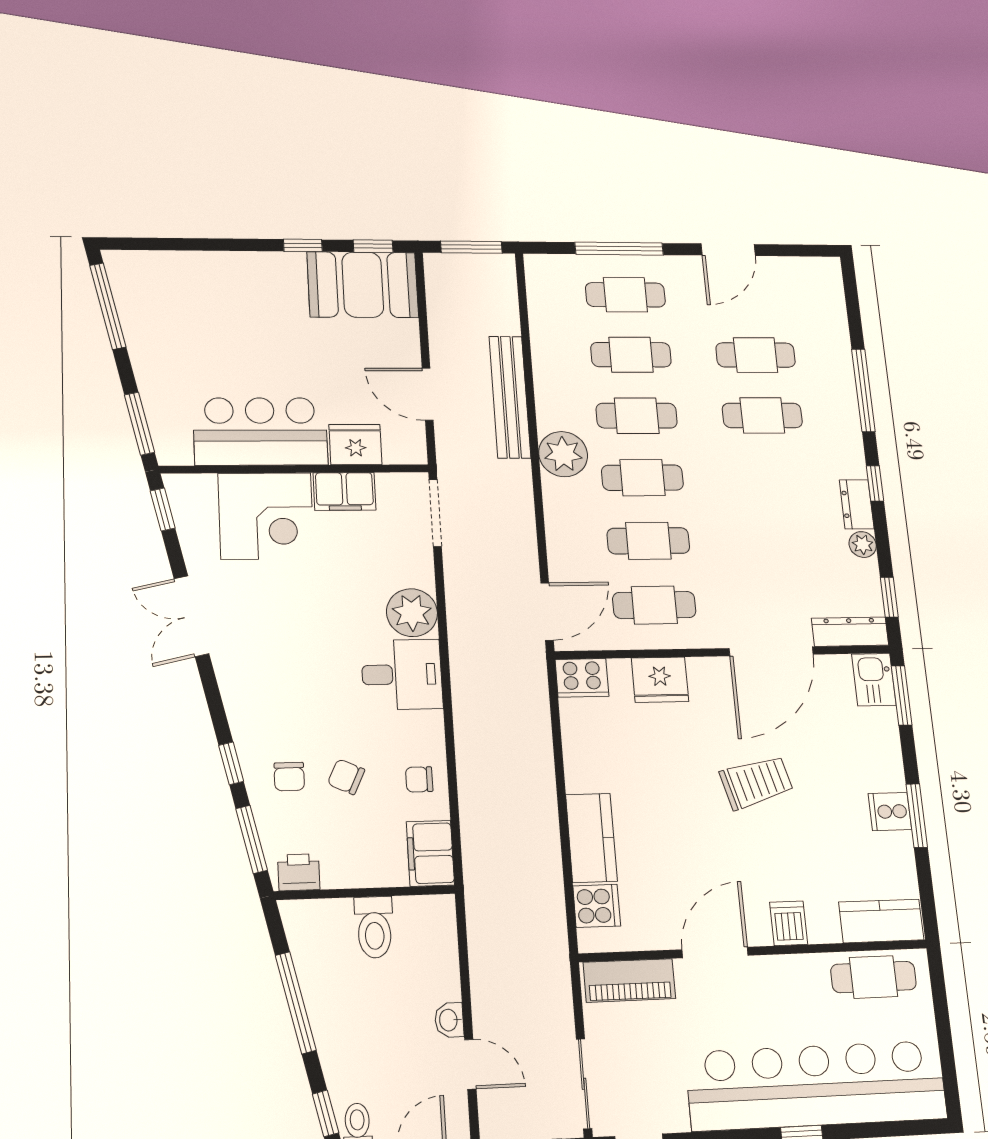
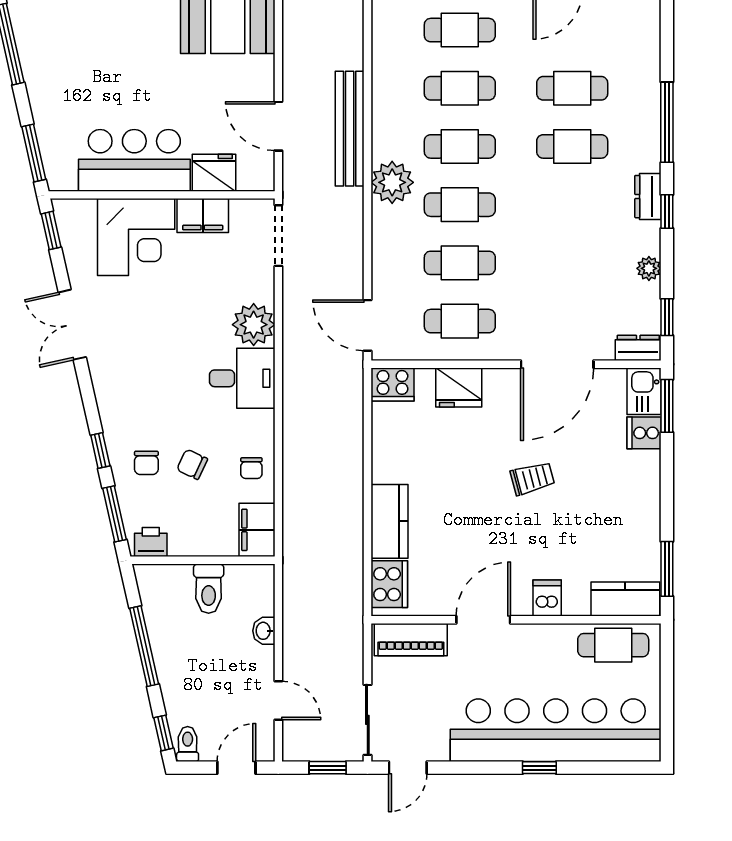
dresser: (857, 504) -> (648, 197), moved
door: (547, 611) -> (367, 325), swing flipped
dresser: (850, 632) -> (638, 348), width x0.70
chair: (419, 779) -> (251, 468), turned -90
trolley: (756, 782) -> (532, 478), width x0.73, depth x0.72
cooker: (890, 811) -> (644, 433), moved
window: (917, 816) -> (667, 569), moved
cooker: (597, 906) -> (389, 584), width x1.36
washbasin: (449, 1020) -> (264, 631), moved

